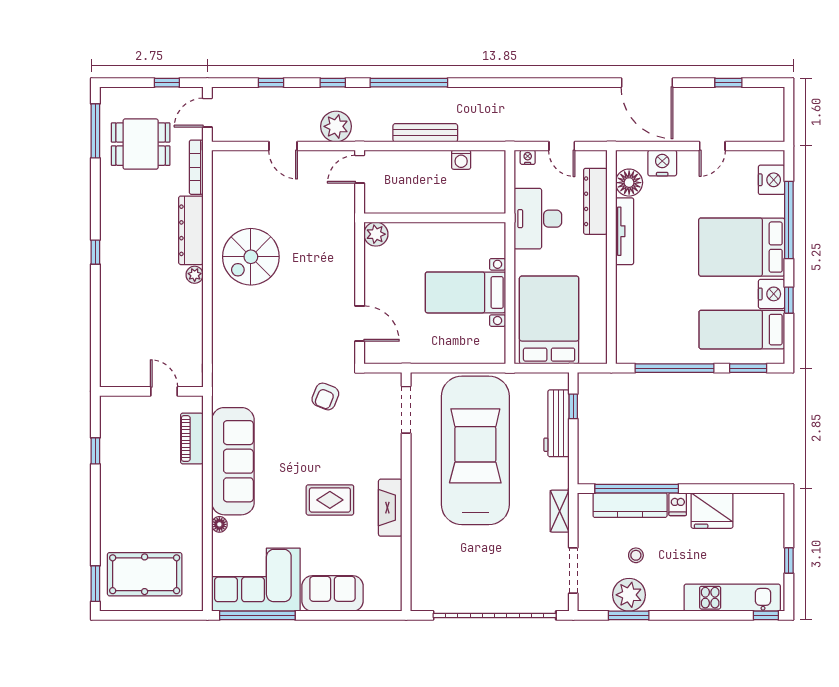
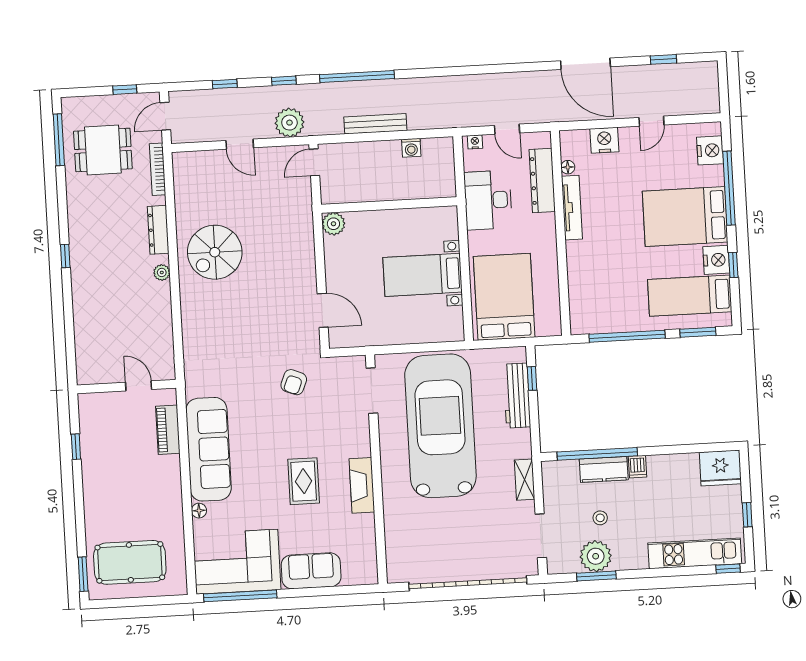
floor lamp: (629, 183) -> (568, 167), width x0.53, depth x0.53
dresser: (191, 230) -> (158, 230), width x0.73, depth x0.80
rug: (330, 500) -> (304, 481), turned 90
kitchen counter: (630, 505) -> (604, 469), width x0.67
fridge: (712, 511) -> (720, 468), moved

